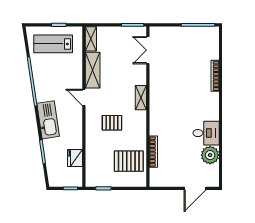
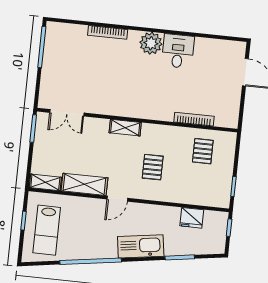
plant: (210, 155) -> (151, 43), moved
pallet: (129, 161) -> (203, 151), width x0.67, depth x0.71

